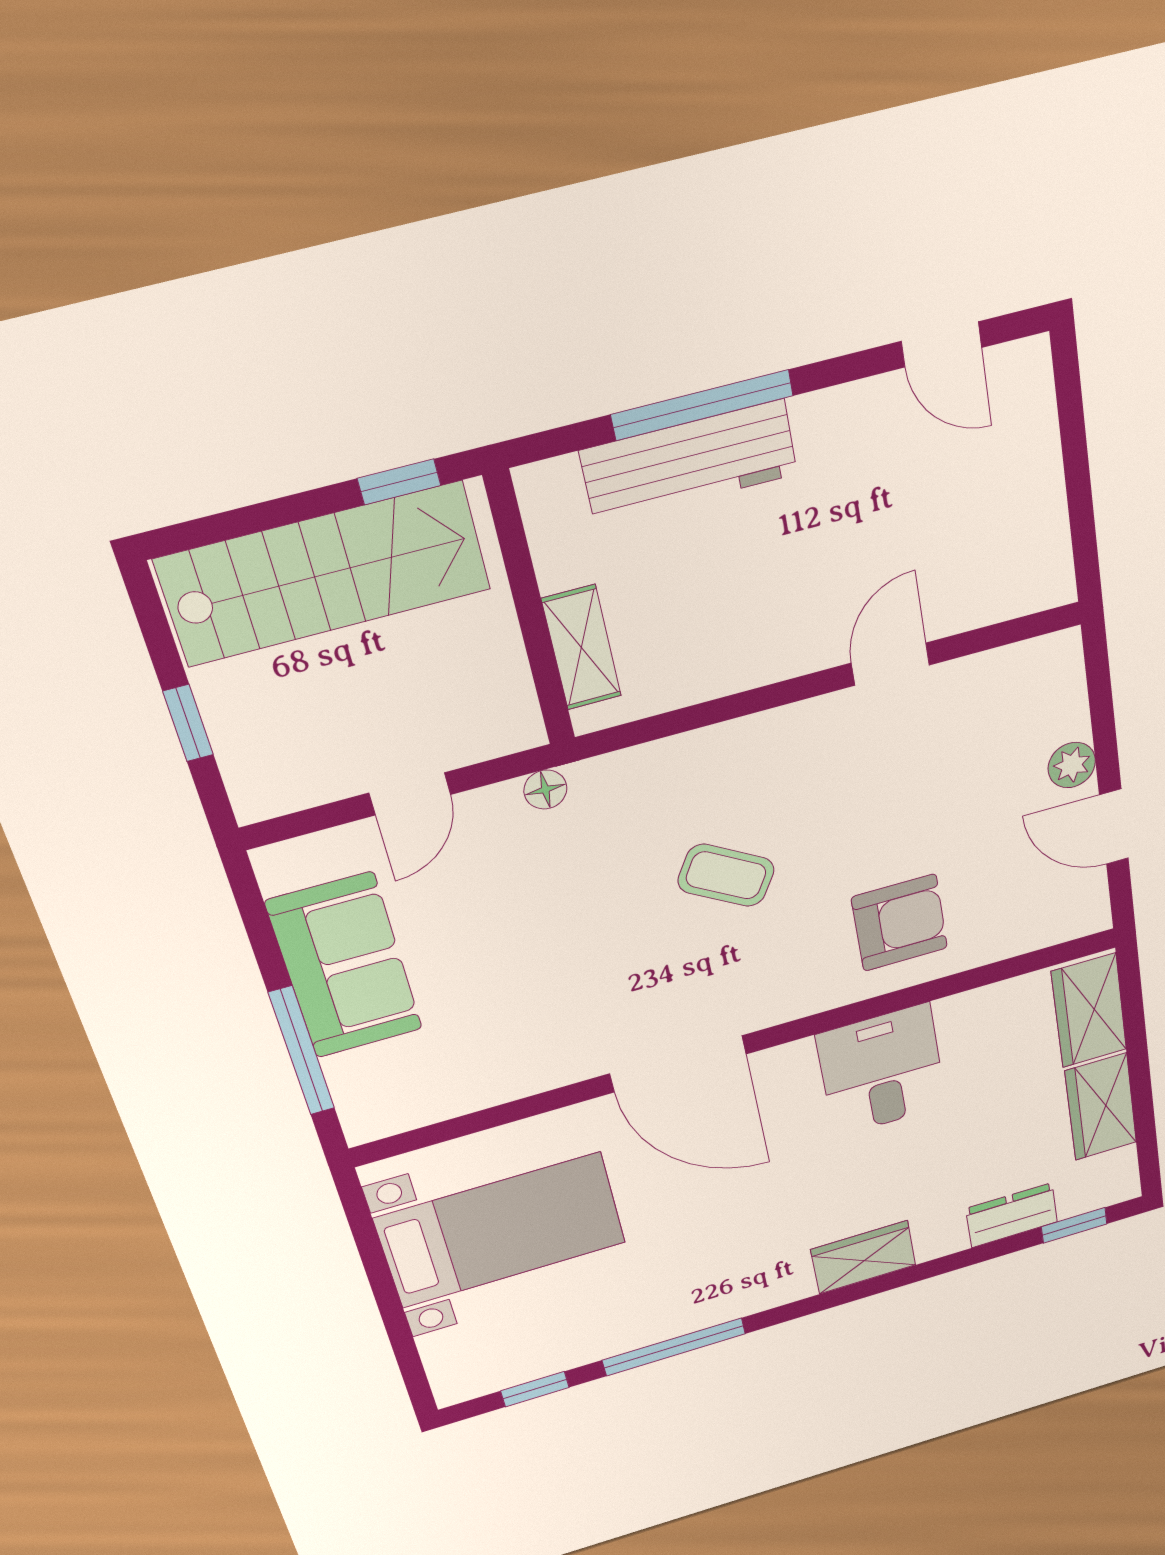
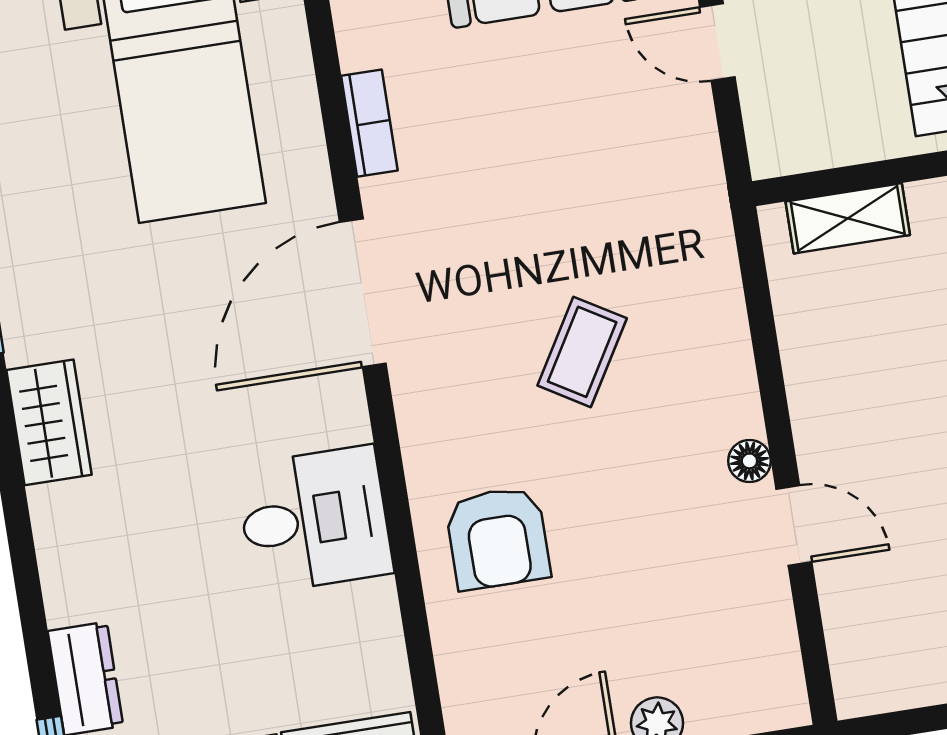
floor lamp: (545, 790) -> (749, 461), moved
bookcase: (520, 1082) -> (369, 123), added
wardrobe: (863, 1257) -> (49, 422), moved

